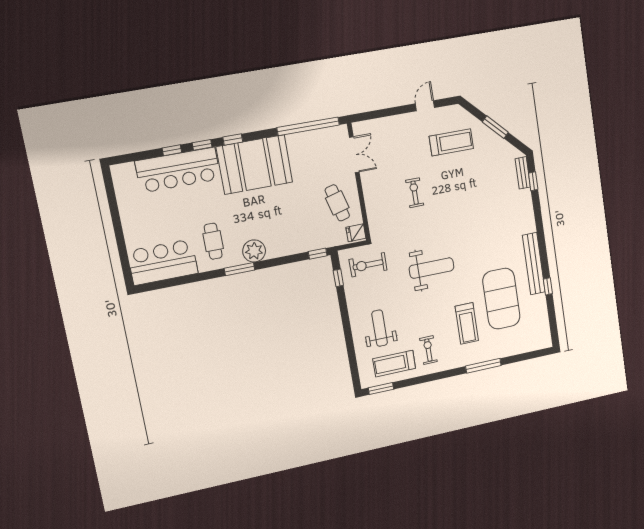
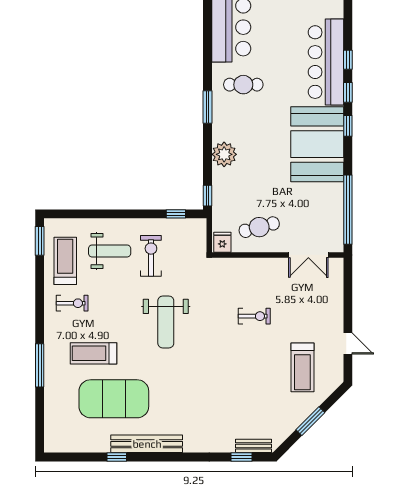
plant: (254, 251) -> (224, 154), moved
exercise bike: (368, 265) -> (151, 256), moved

